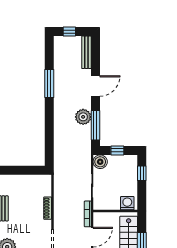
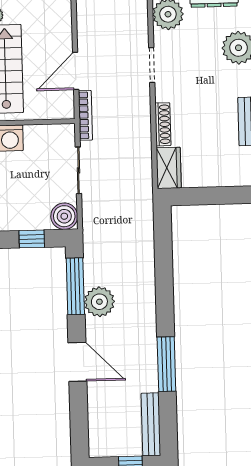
bench: (86, 52) -> (151, 424), moved
door: (95, 86) -> (77, 362), swing flipped
wardrobe: (45, 185) -> (169, 168), added

